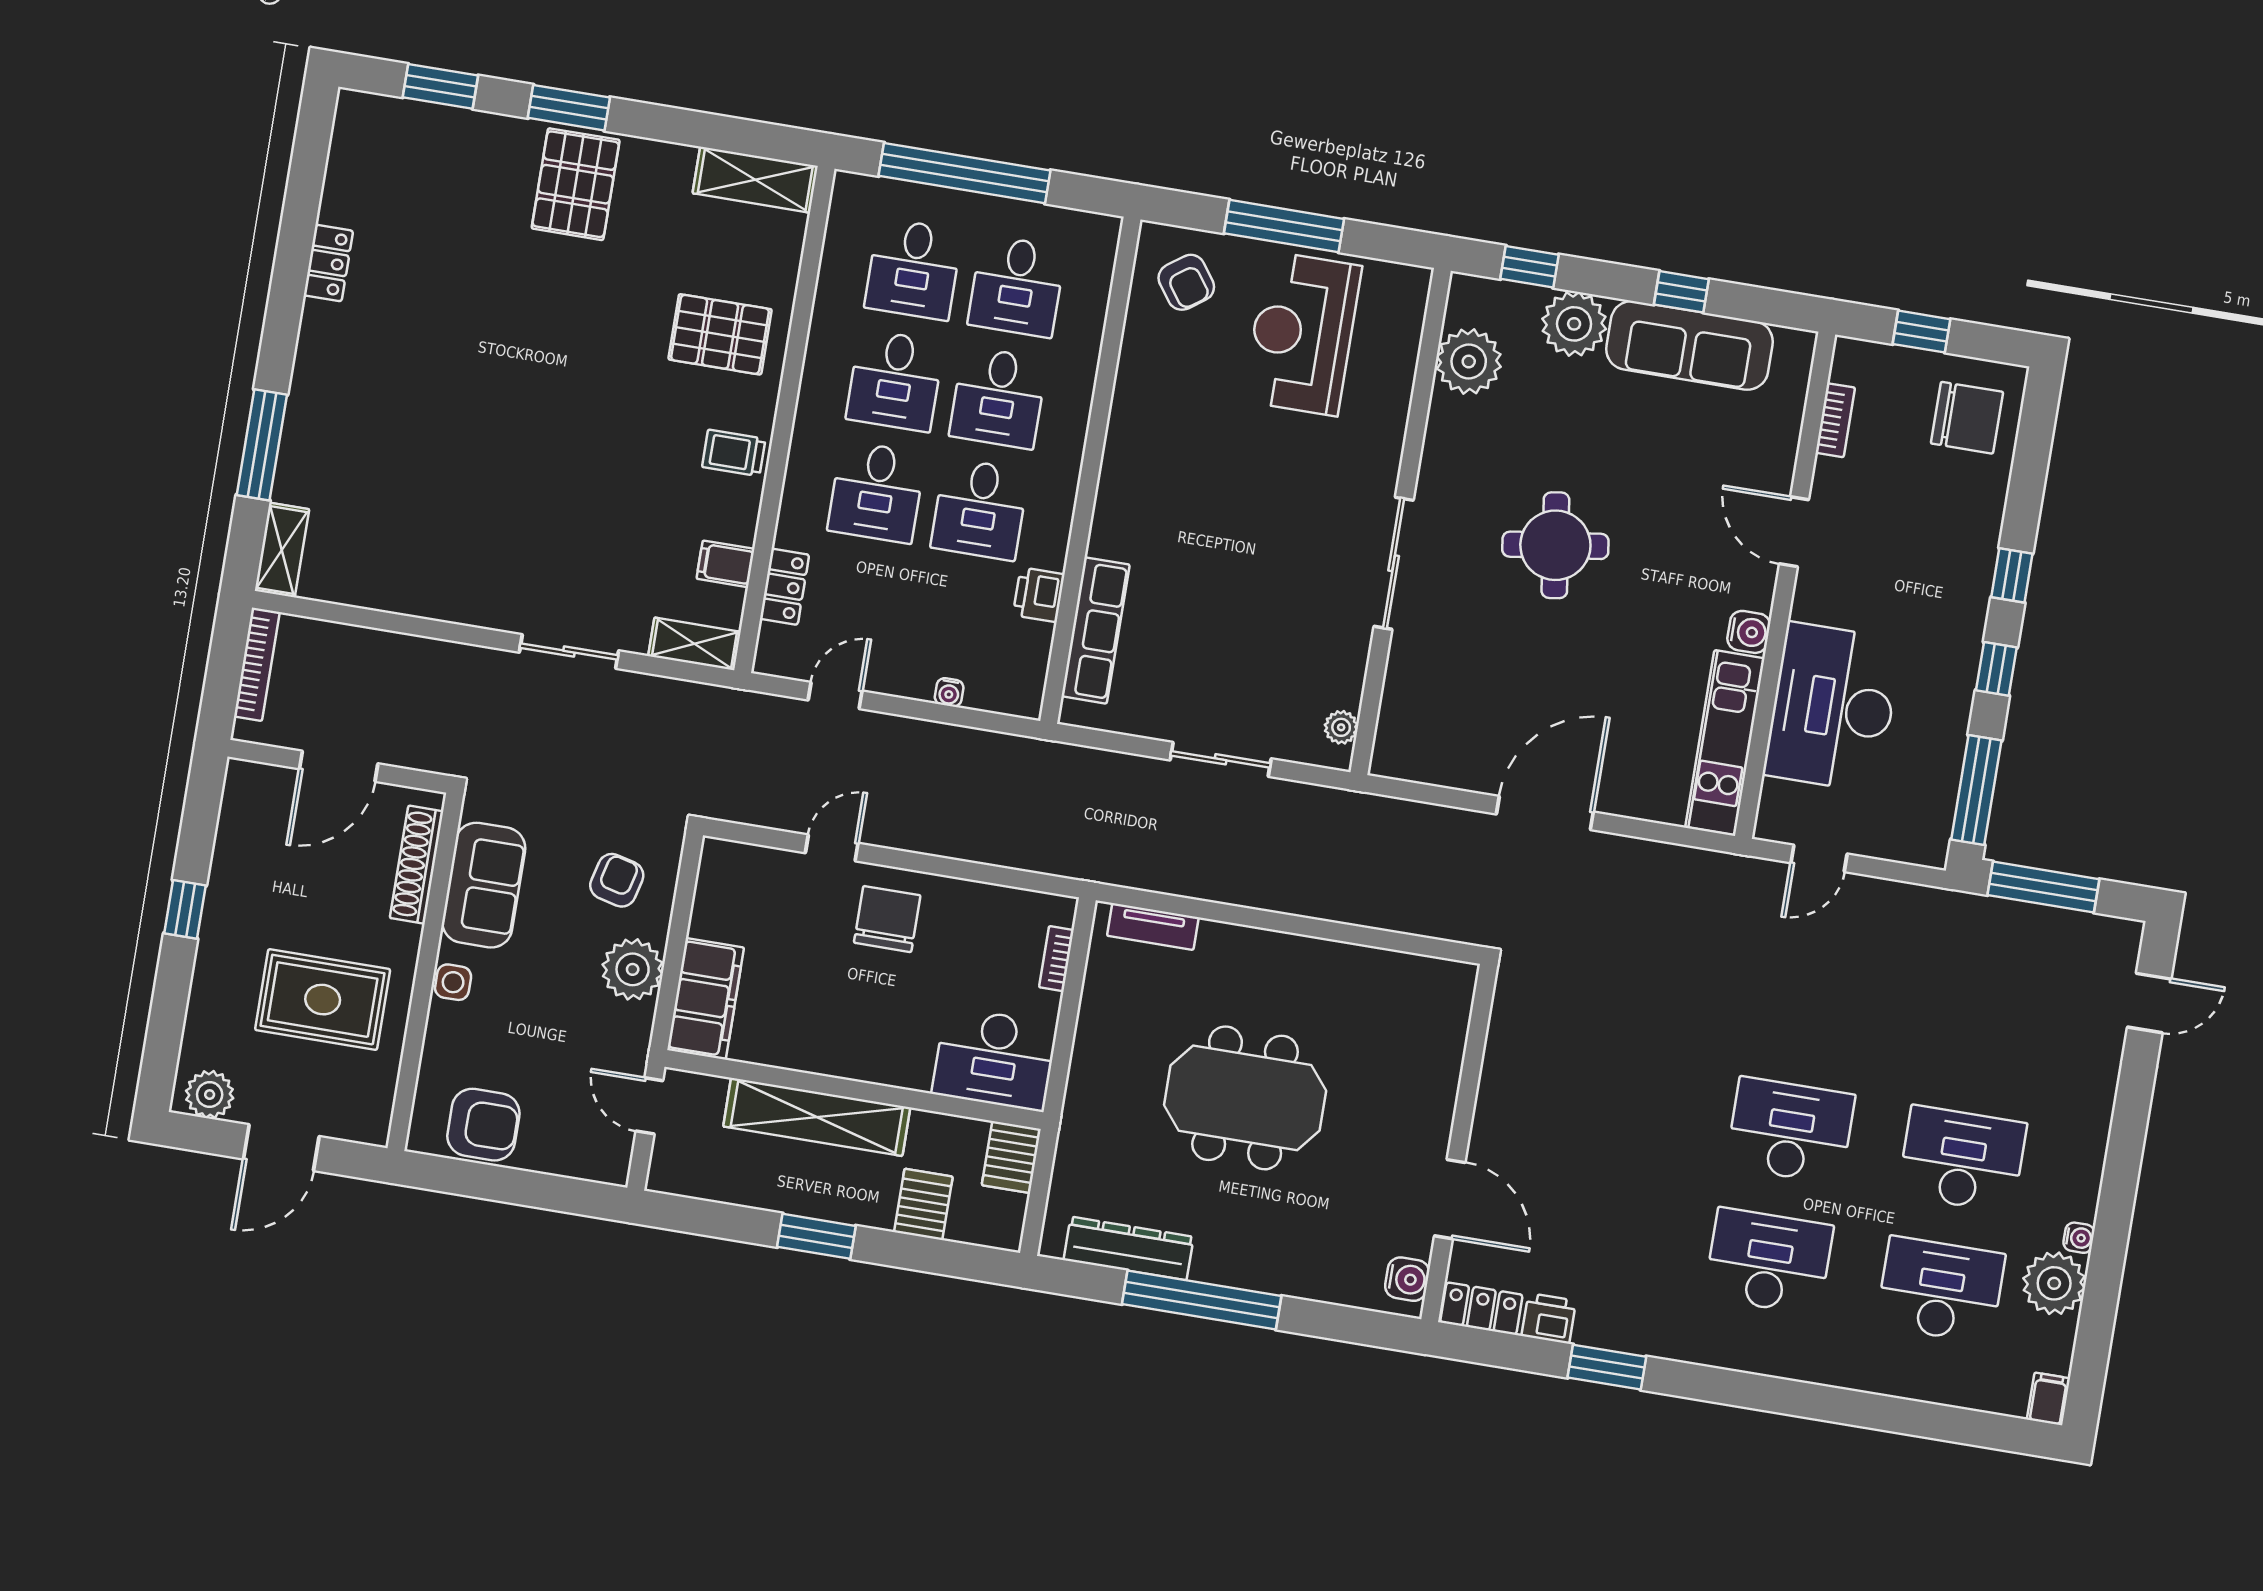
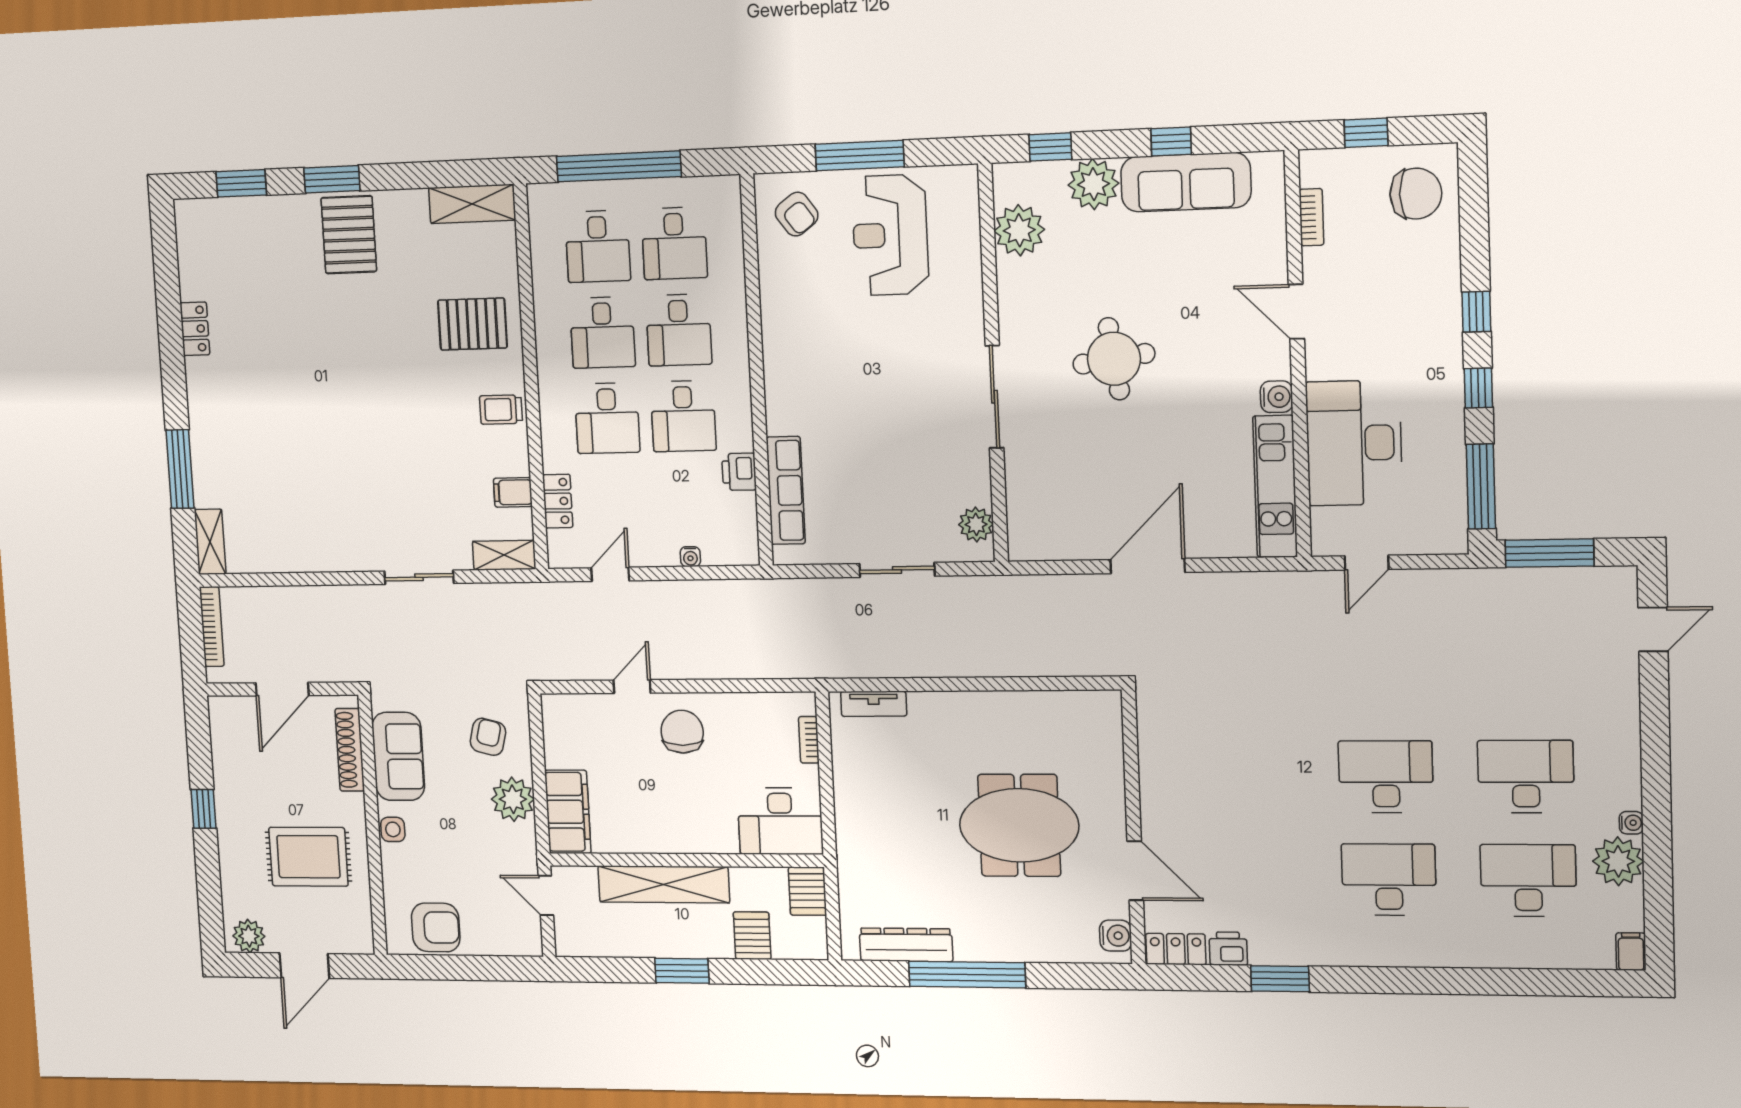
plant: (1341, 727) -> (976, 524), width x1.38, depth x1.38
meeting table: (1245, 1098) -> (1019, 825), moved

